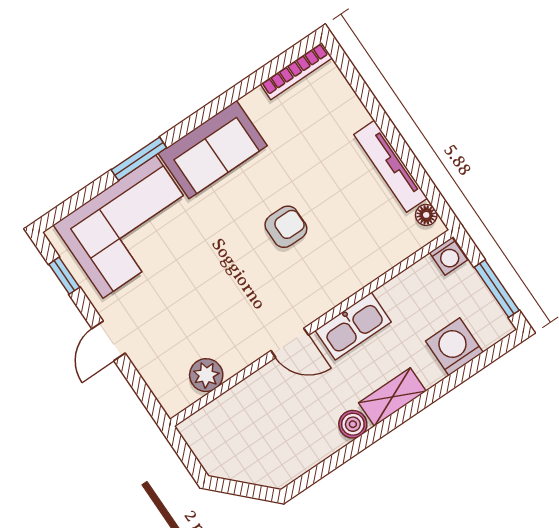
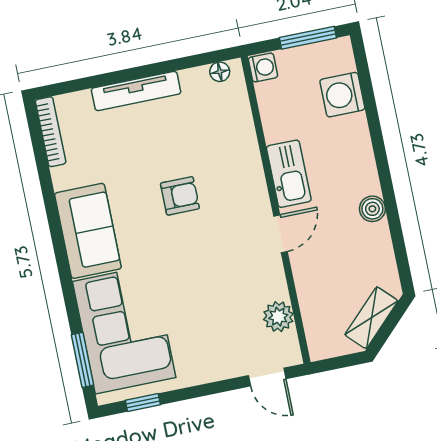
window: (139, 159) -> (82, 360), moved
tv unit: (391, 166) -> (136, 91), moved
armchair: (286, 227) -> (180, 196), turned 90
door: (108, 341) -> (267, 377), moved
shelving: (392, 397) -> (371, 318), moved, turned 45

